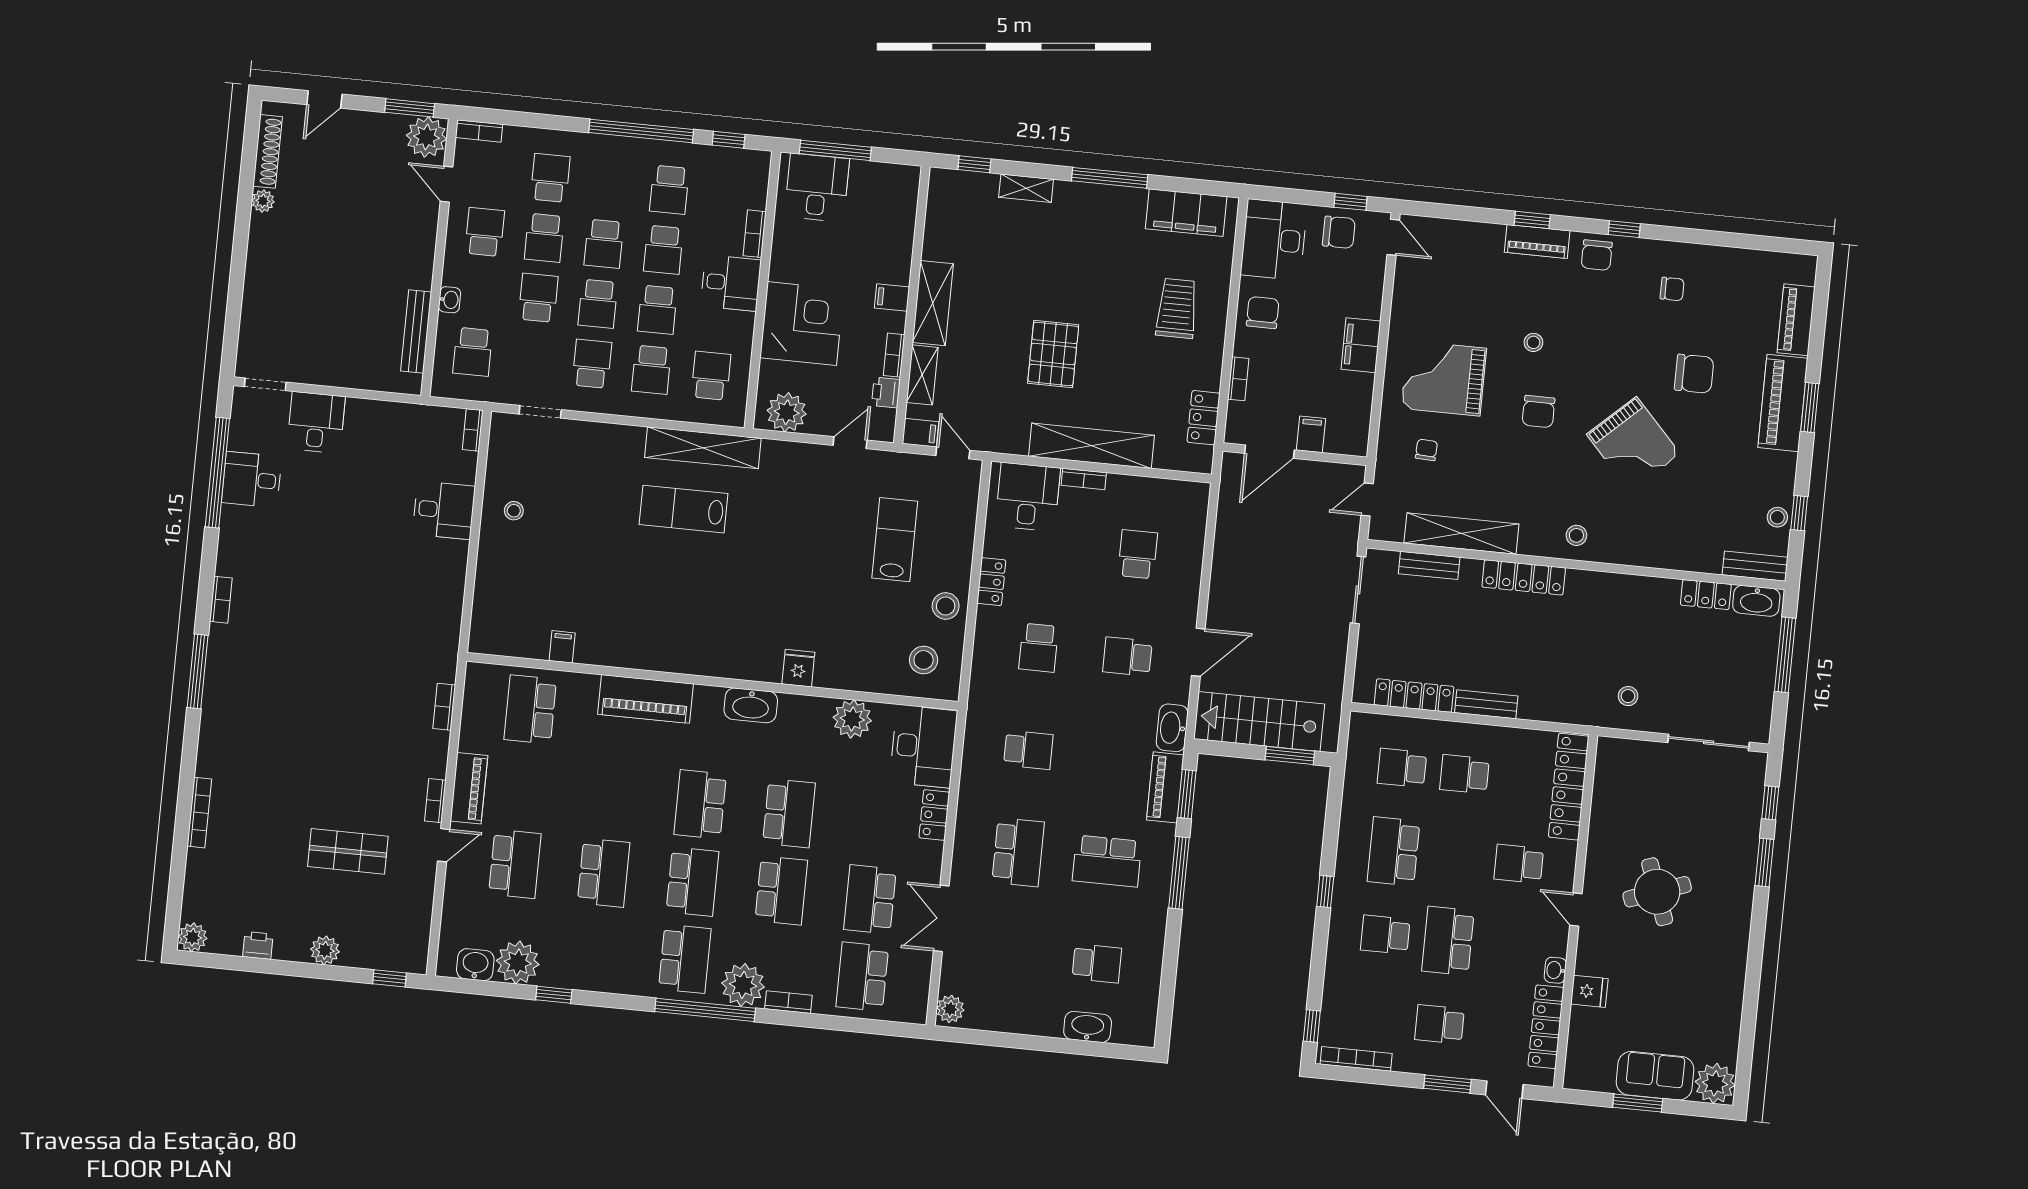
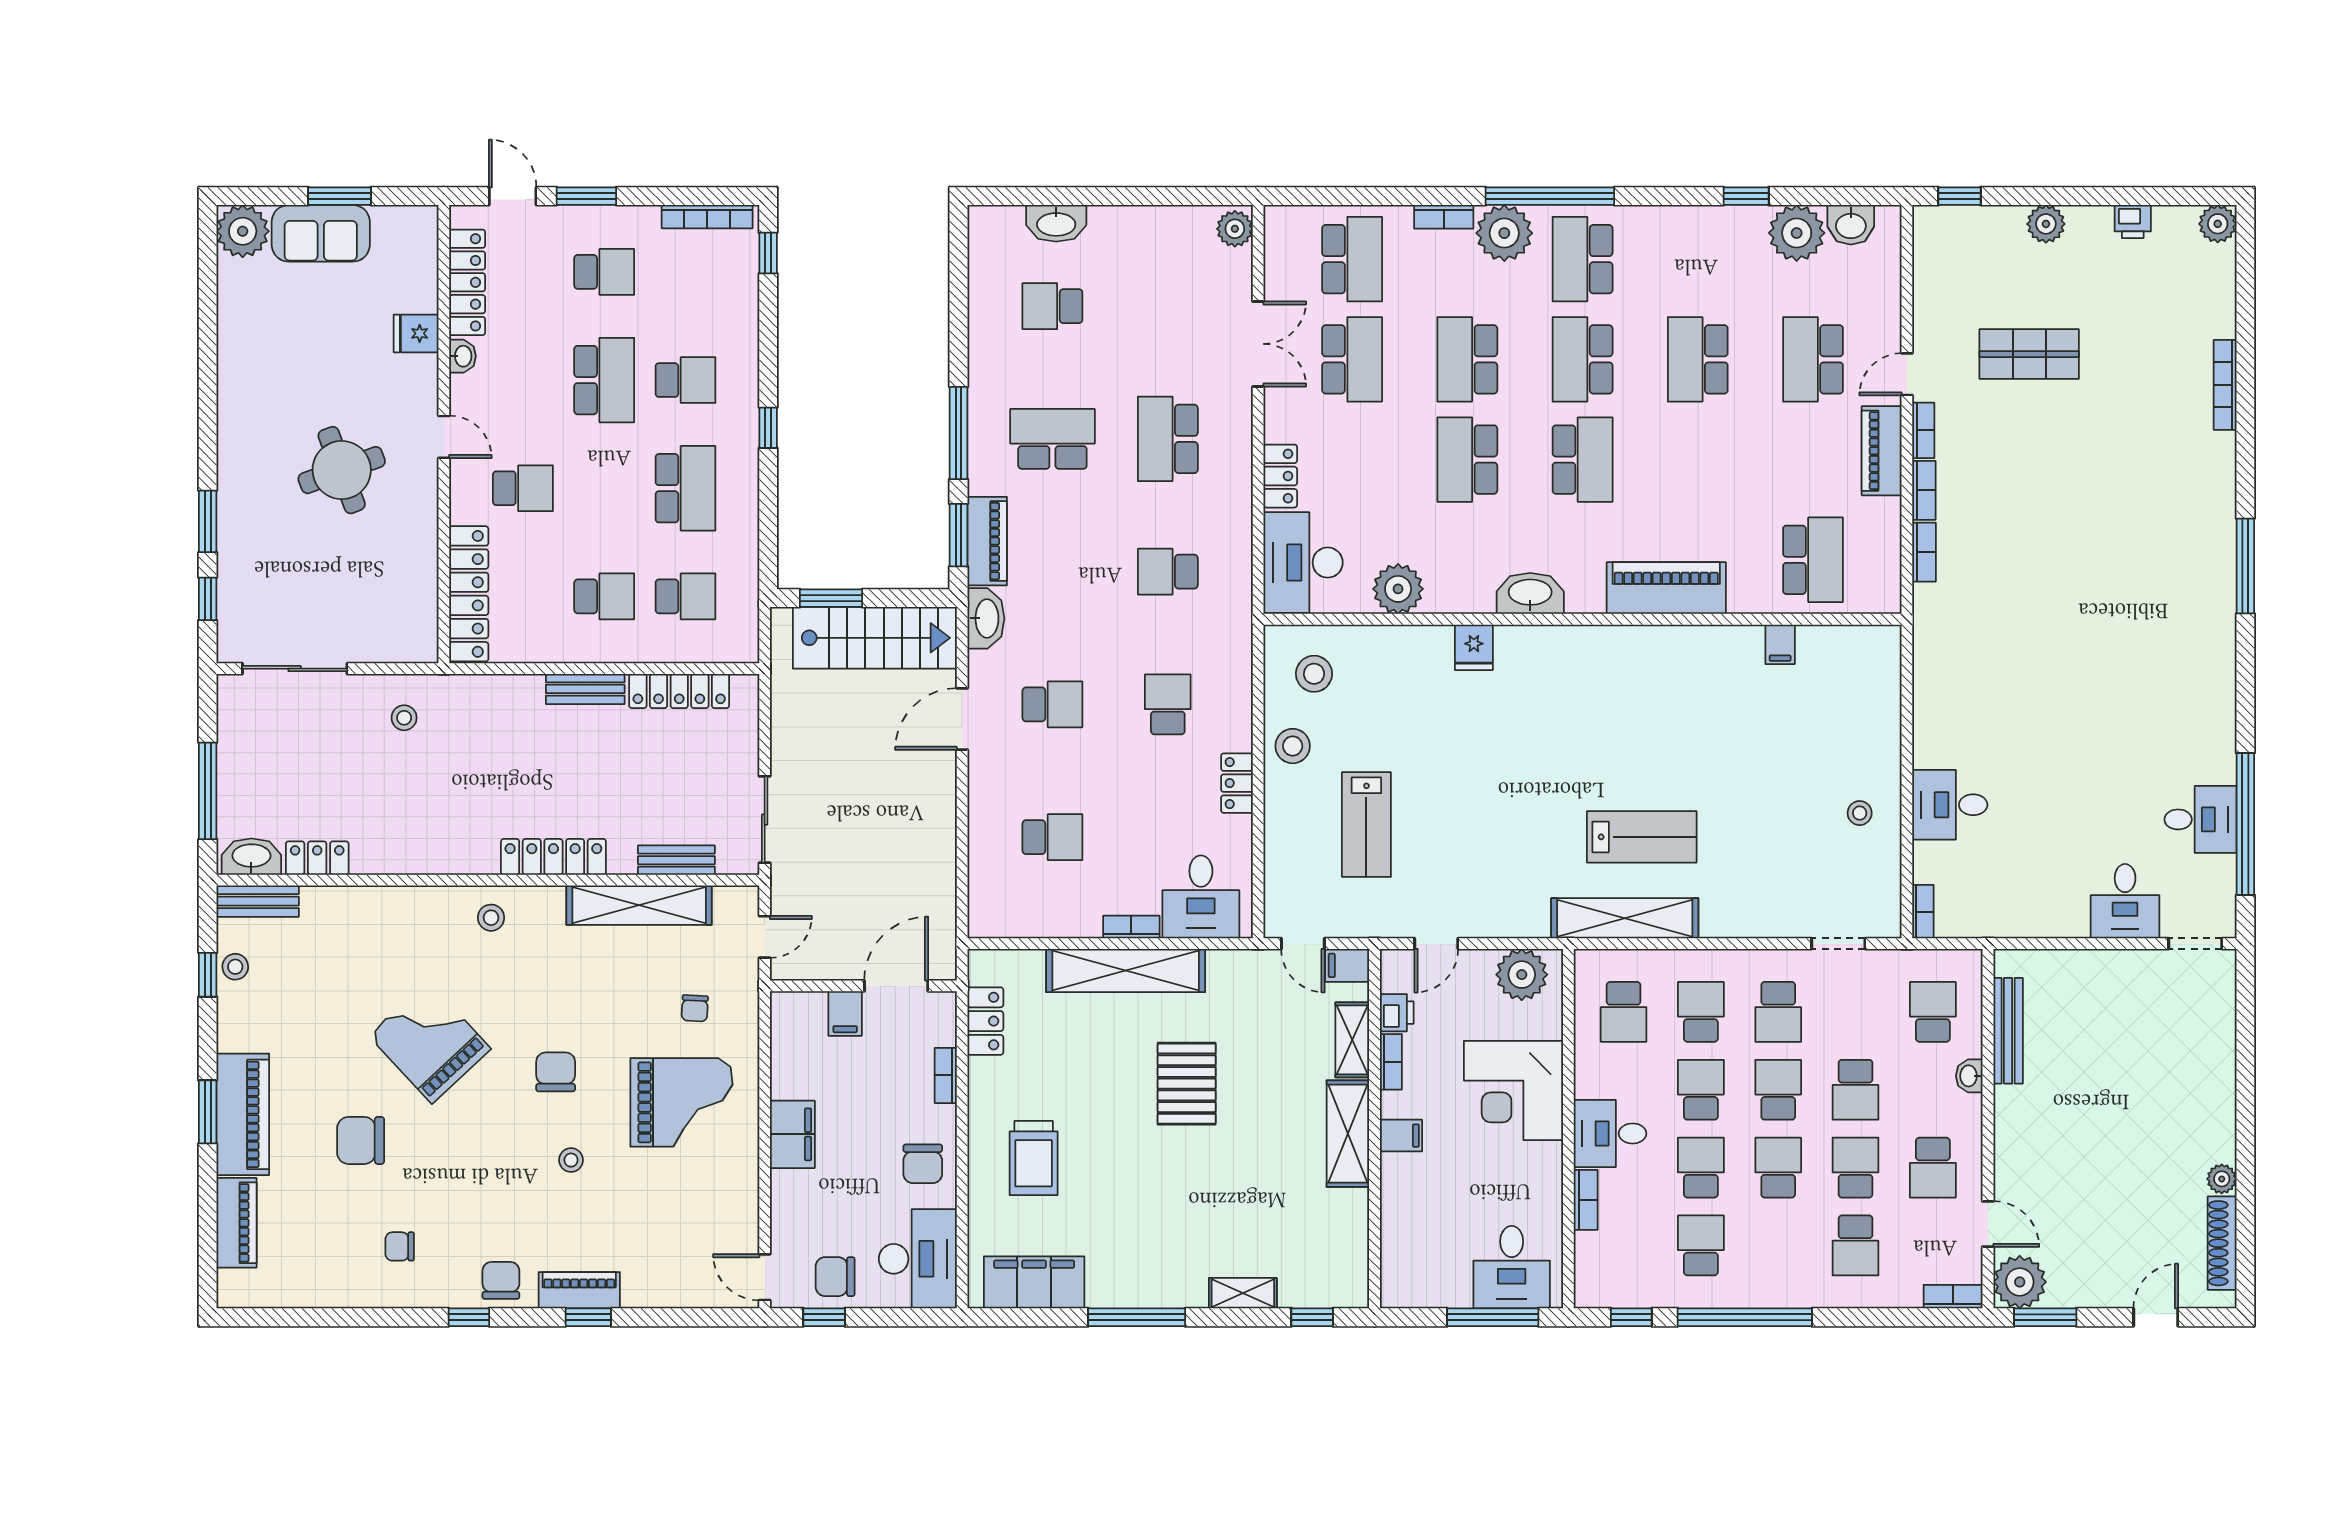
school desk: (1138, 554) -> (1052, 837), turned -90
bookcase: (221, 600) -> (1924, 490), moved, turned 180

